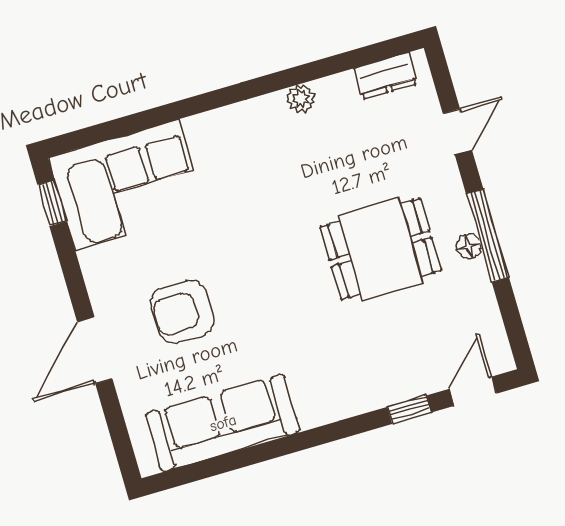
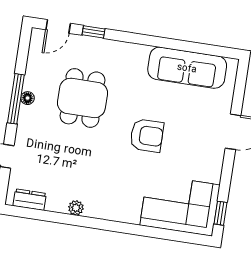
dining table: (381, 249) -> (82, 98), moved, turned 90
armchair: (182, 312) -> (147, 136), moved

